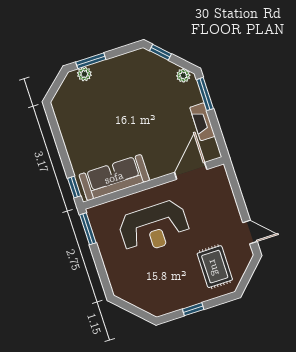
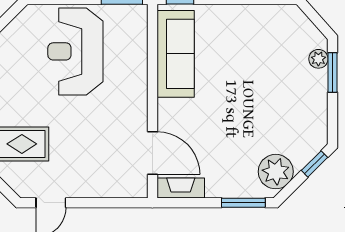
plant: (183, 76) -> (276, 172), width x1.88, depth x1.88
fireplace: (202, 122) -> (181, 188), moved
reception desk: (154, 227) -> (75, 51), moved

